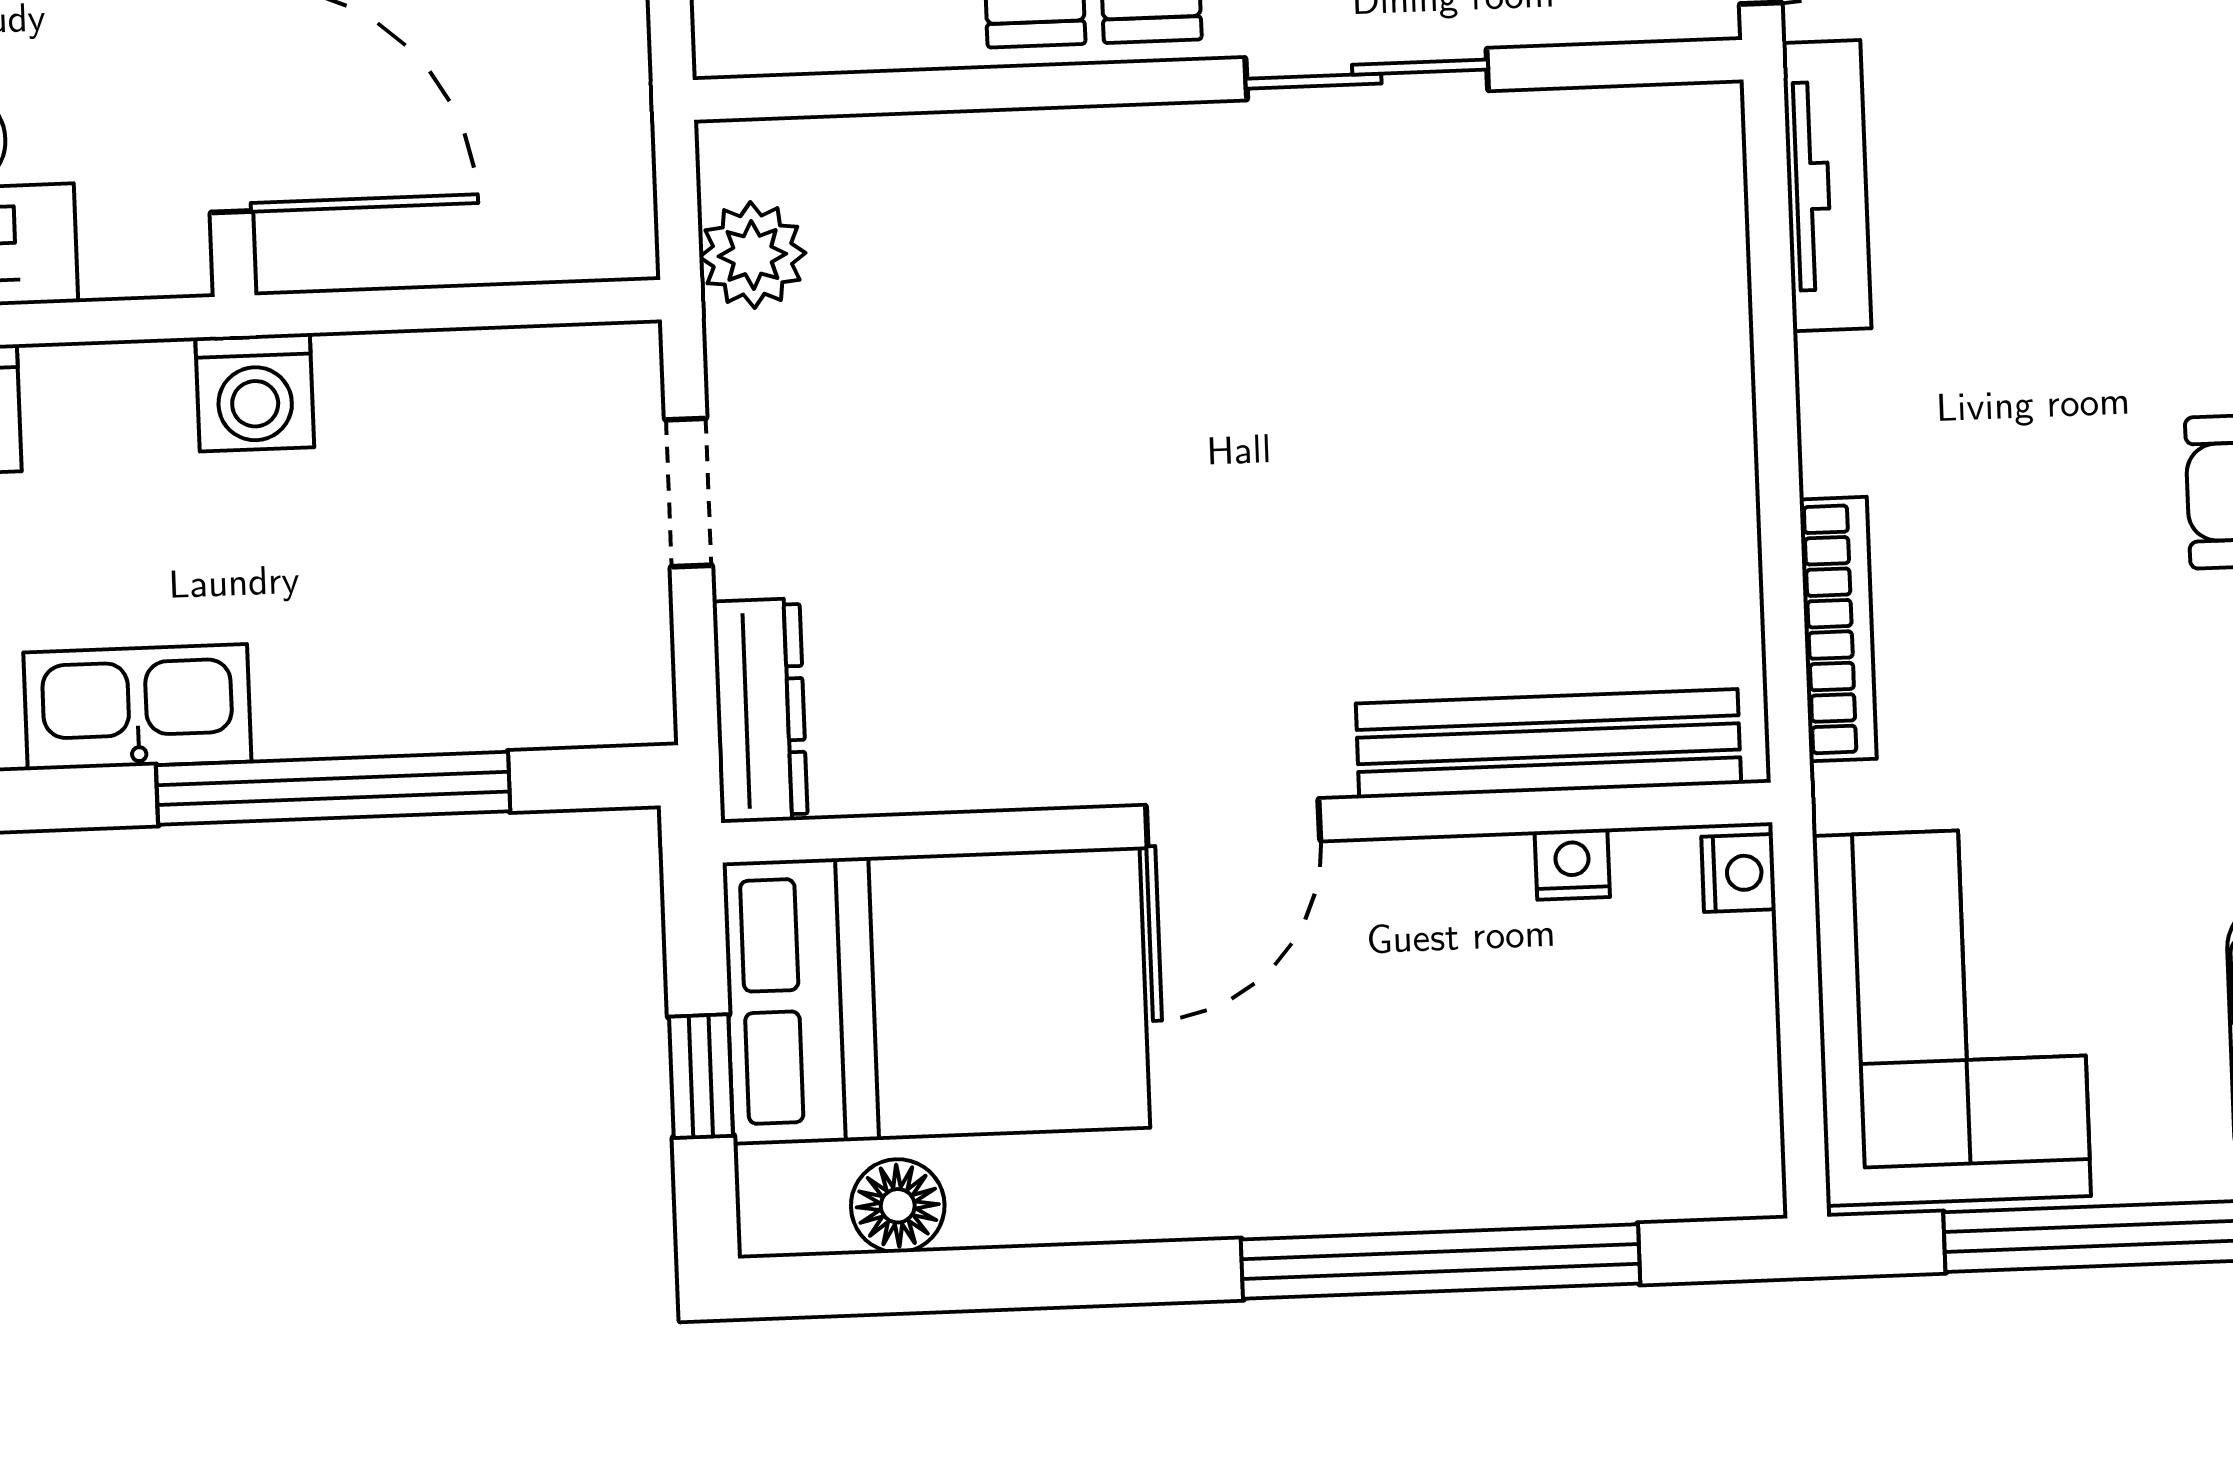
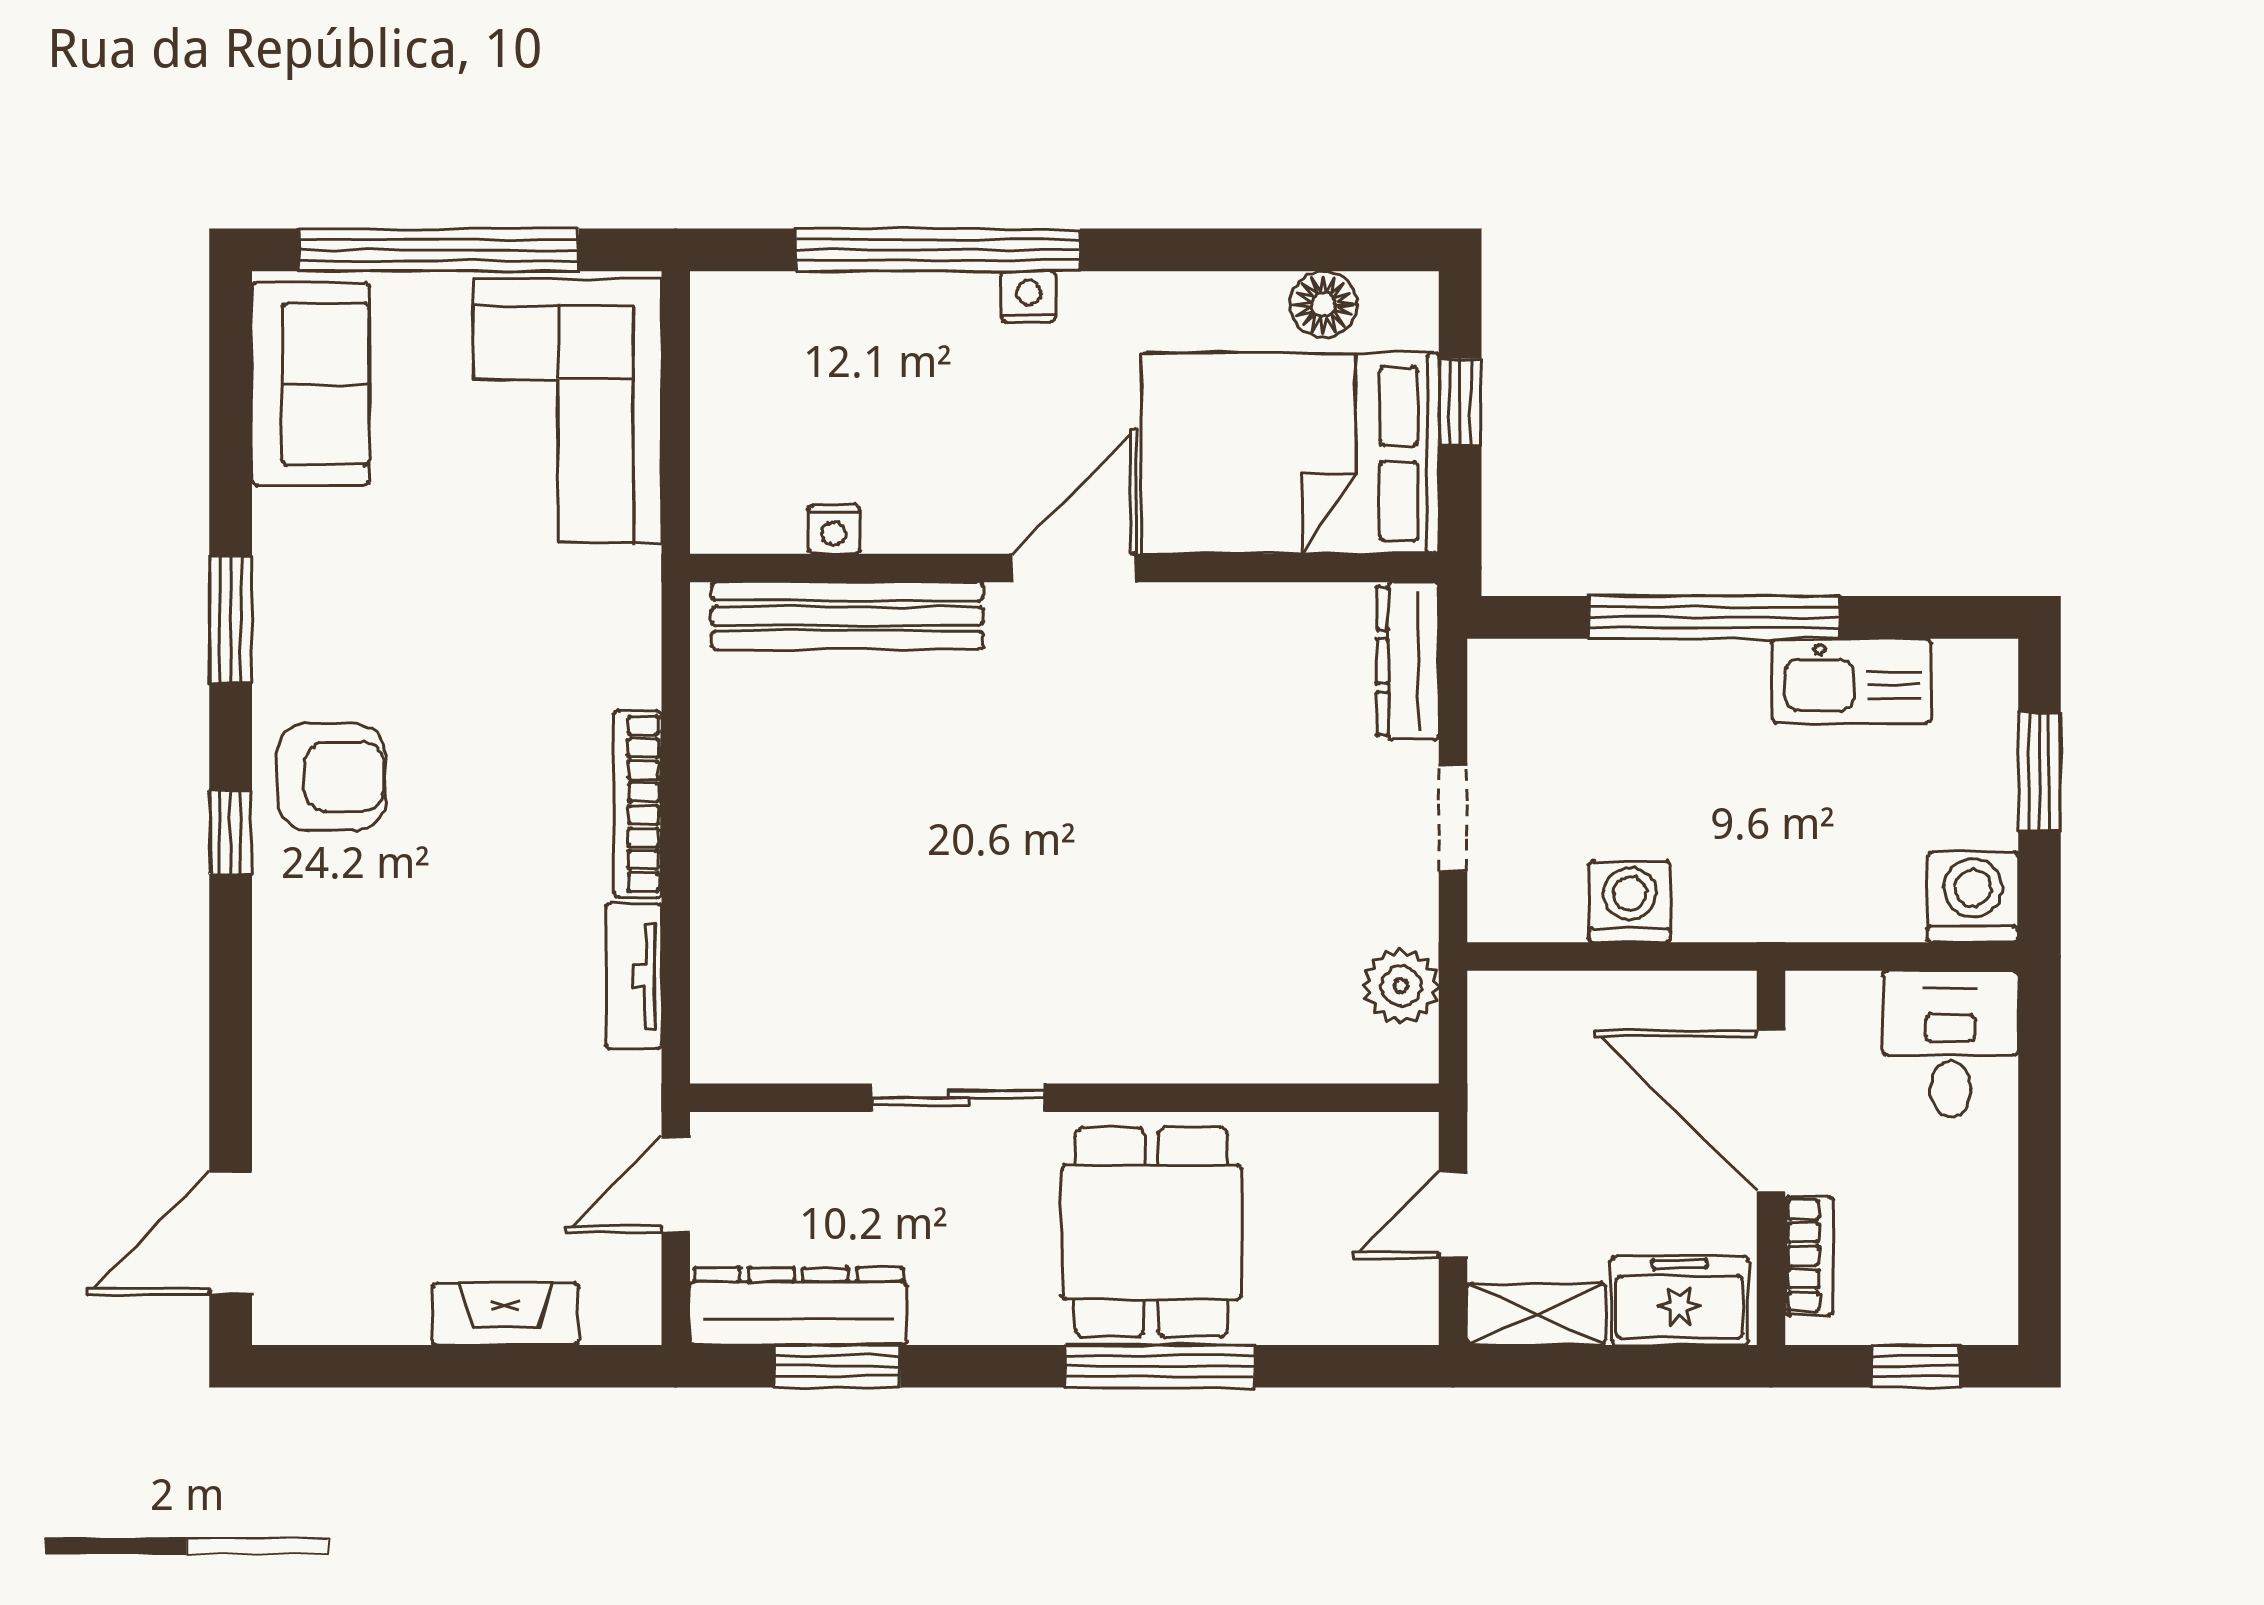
tv unit: (1827, 186) -> (634, 976), width x0.71
washing machine: (255, 392) -> (1630, 902), moved
bookcase: (1838, 629) -> (638, 804), moved
nightstand: (1738, 873) -> (1028, 297), moved, turned 90

